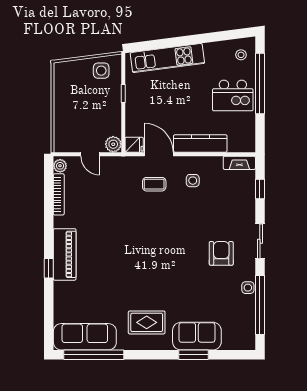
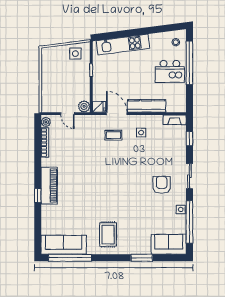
rug: (147, 322) -> (108, 234), turned 90
sofa: (197, 336) -> (169, 244), moved

